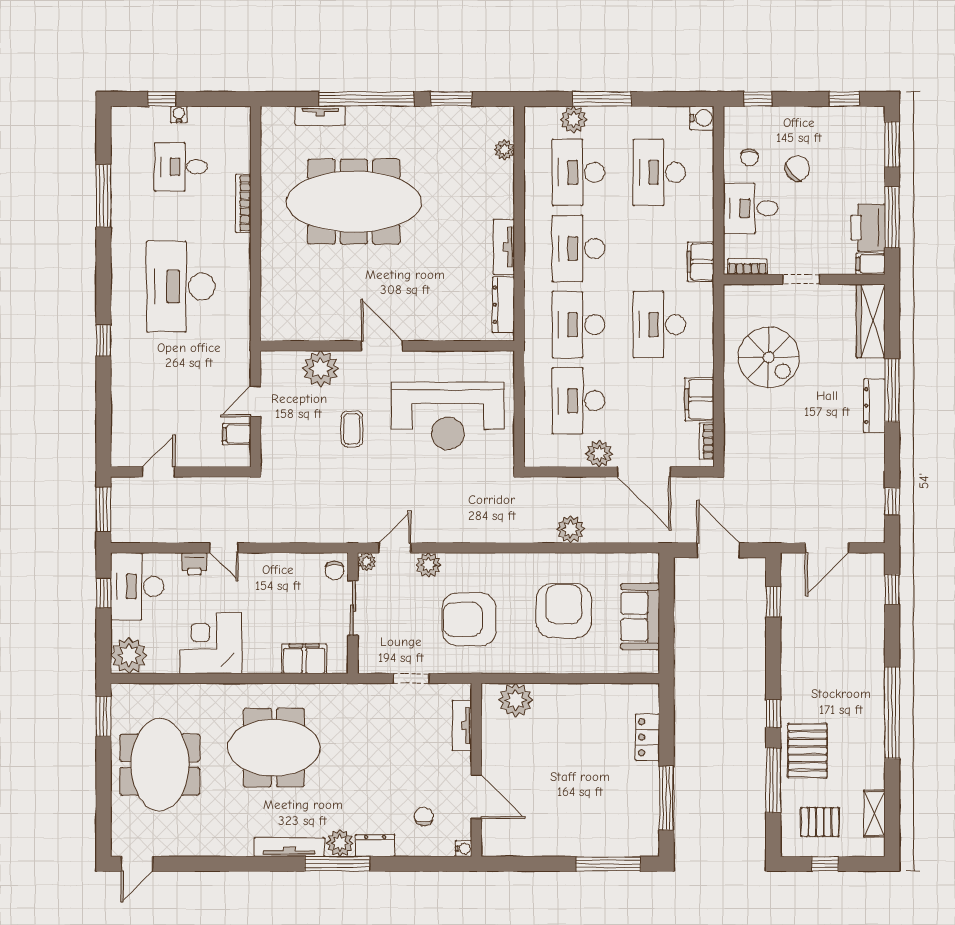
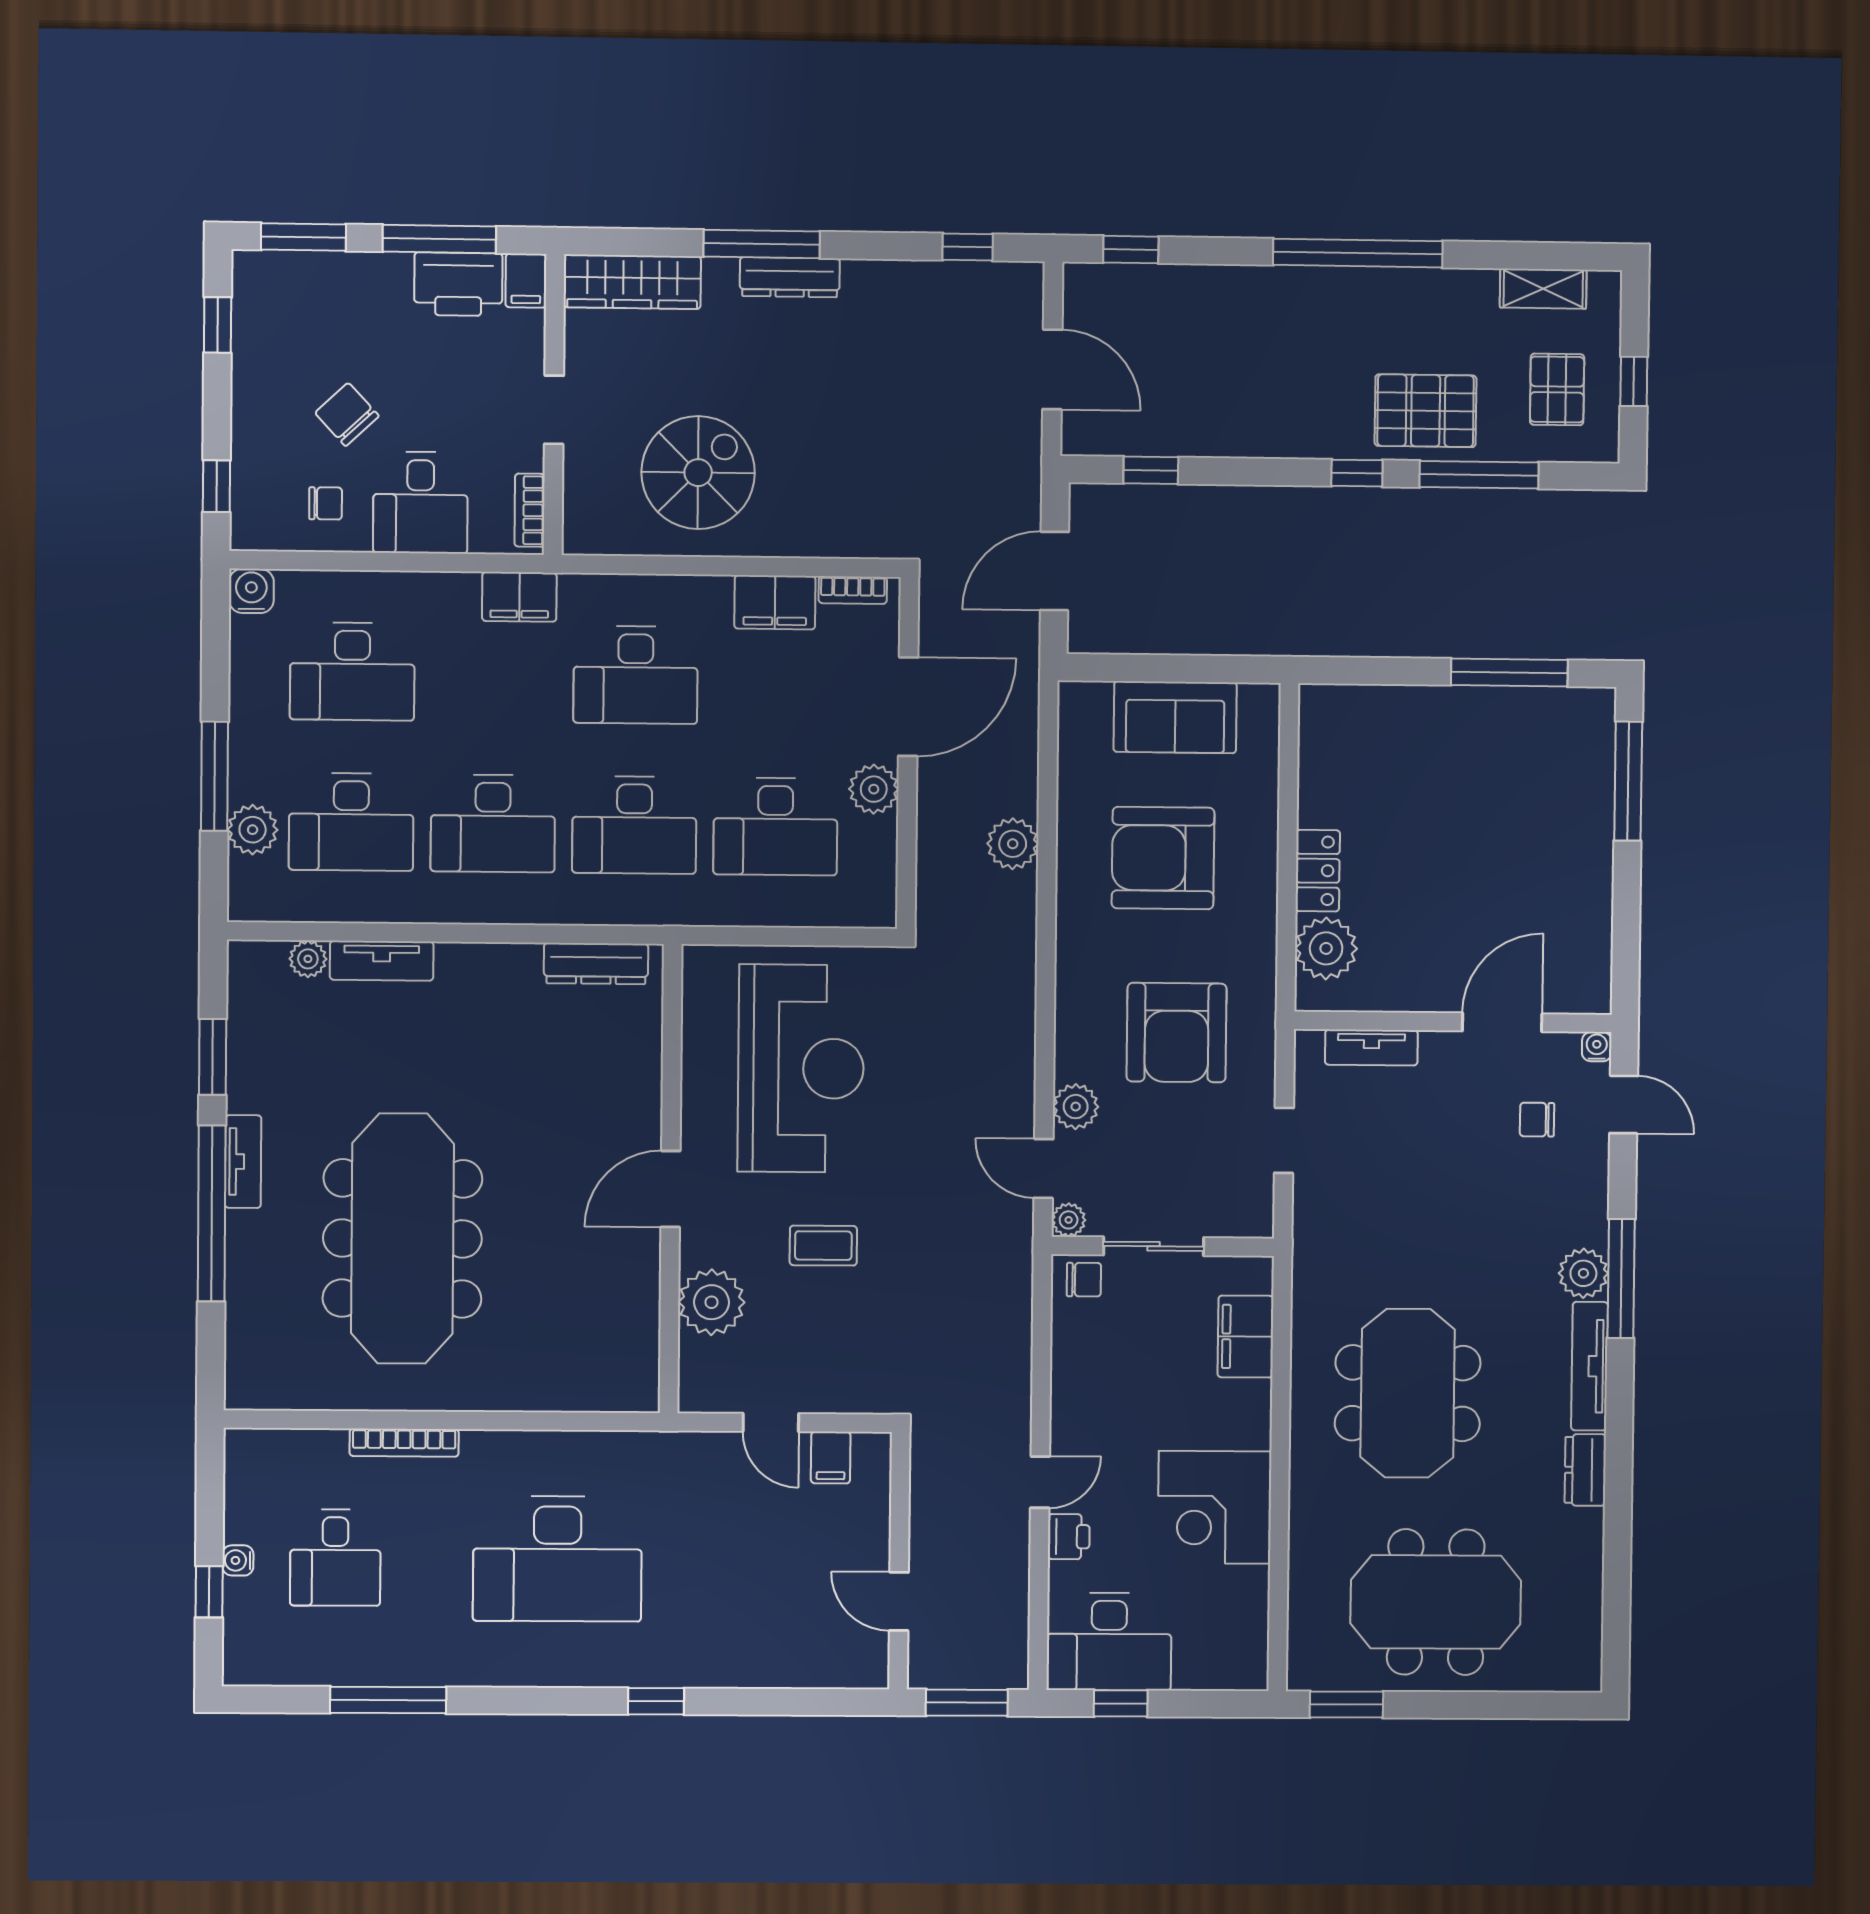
tv unit: (320, 116) -> (243, 1162), moved
tv unit: (504, 247) -> (382, 961), moved
plant: (129, 655) -> (1236, 1658), removed
locker: (647, 737) -> (1318, 871), moved, turned -90
dresser: (375, 846) -> (1585, 1470), moved
door: (137, 864) -> (1624, 1104), moved

